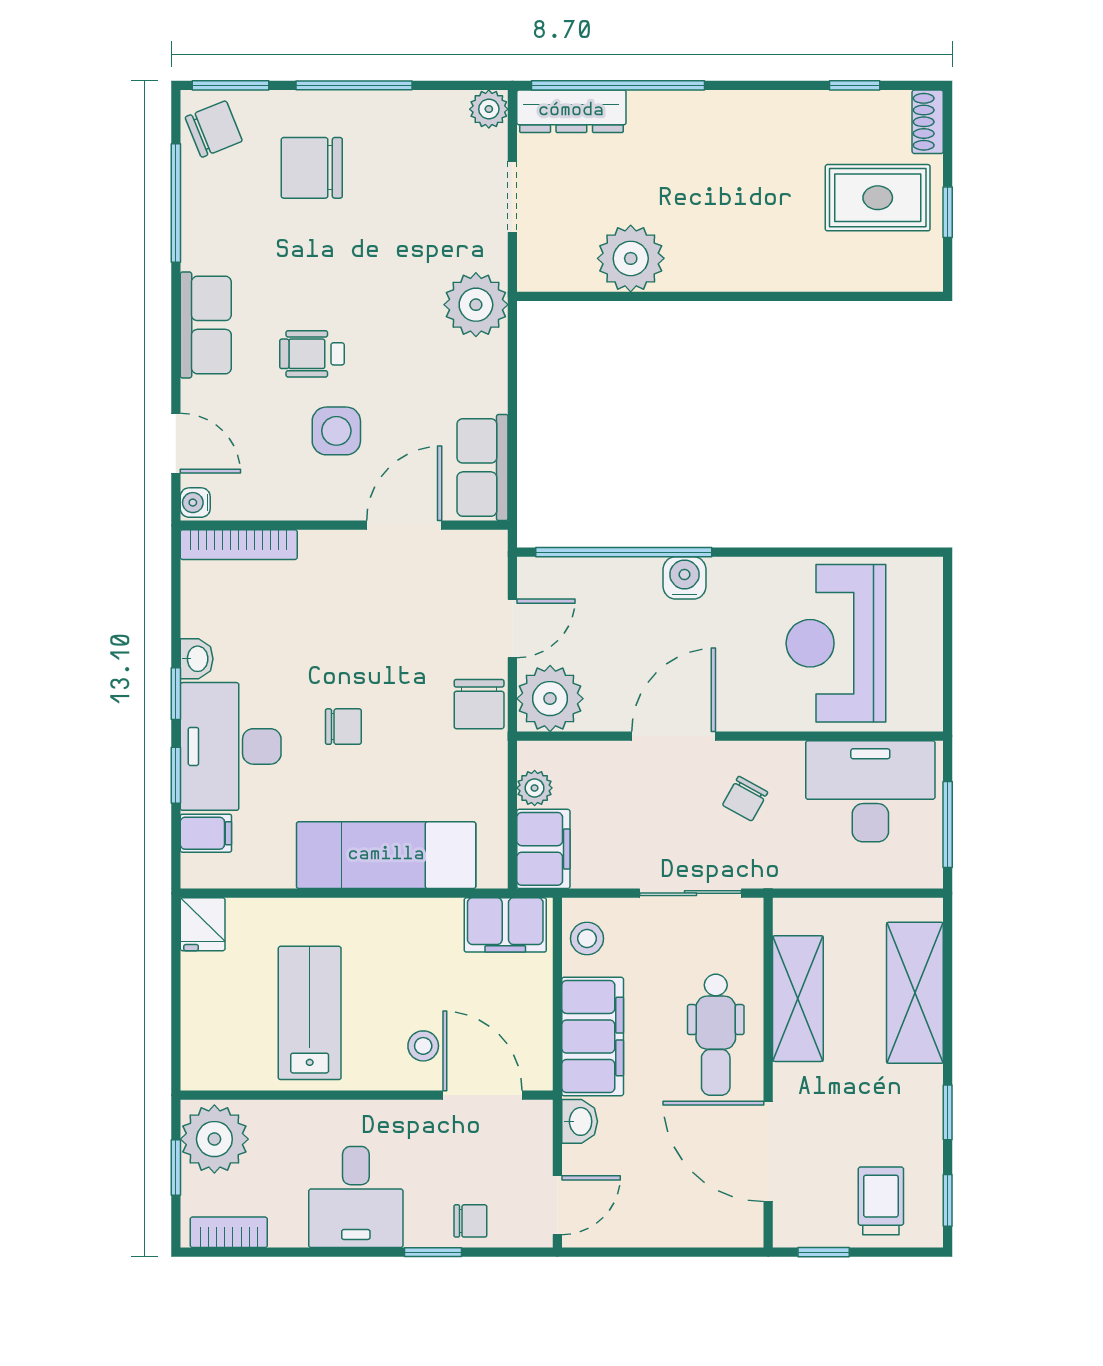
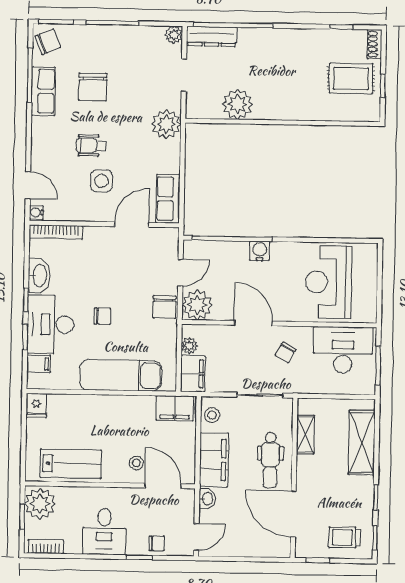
chair: (312, 168) -> (93, 87), moved, turned -90
row of seats: (206, 325) -> (43, 91), moved
washbasin: (197, 659) -> (39, 276), width x1.91, depth x1.45
door: (674, 736) -> (253, 323), hinge flipped
shelving: (798, 999) -> (305, 435), width x0.67, depth x0.75
lab bench: (310, 1013) -> (71, 464), moved, turned 90
trolley: (881, 1201) -> (344, 537), turned -90

